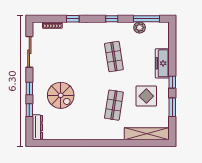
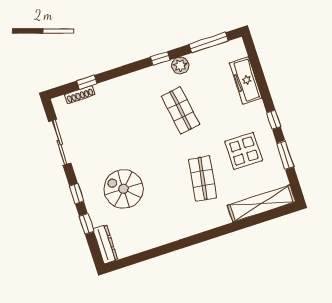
window: (73, 19) -> (87, 82), moved
plant: (140, 28) -> (180, 66), moved
freezer: (162, 63) -> (245, 80), moved
spiral stairs: (61, 95) -> (124, 189), turned 180

